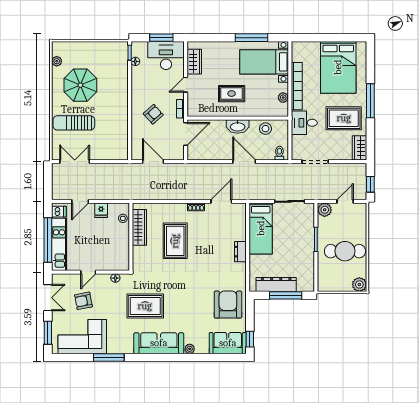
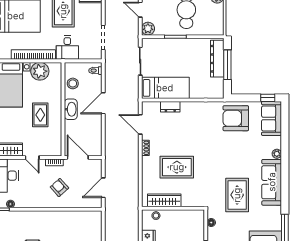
plant: (283, 98) -> (40, 71), width x1.87, depth x1.87
dresser: (240, 252) -> (170, 107), moved
dresser: (276, 285) -> (217, 59), moved

